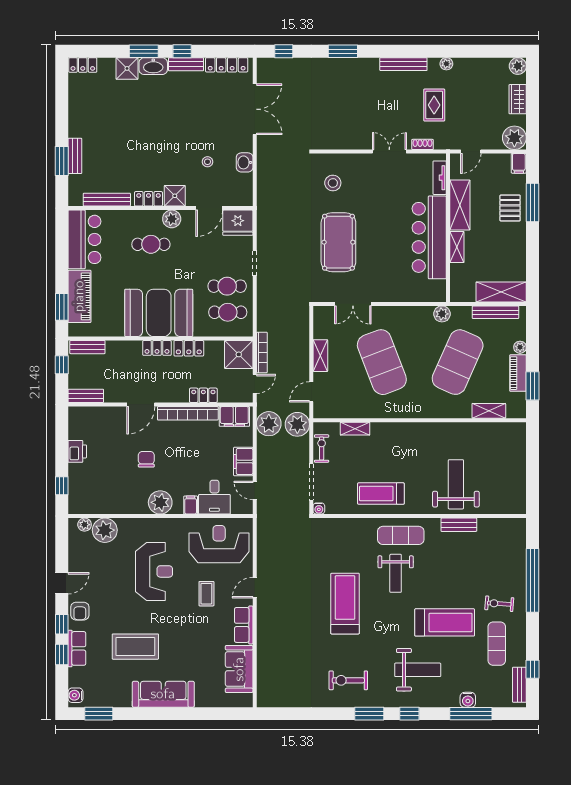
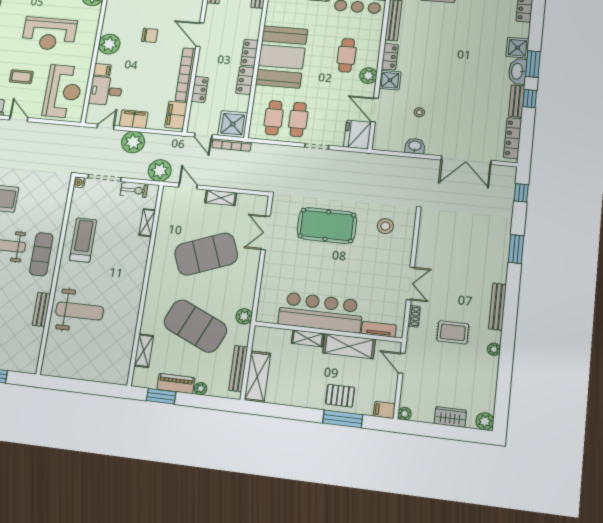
plant: (514, 138) -> (405, 414), width x0.53, depth x0.53
plant: (269, 424) -> (133, 142), moved

